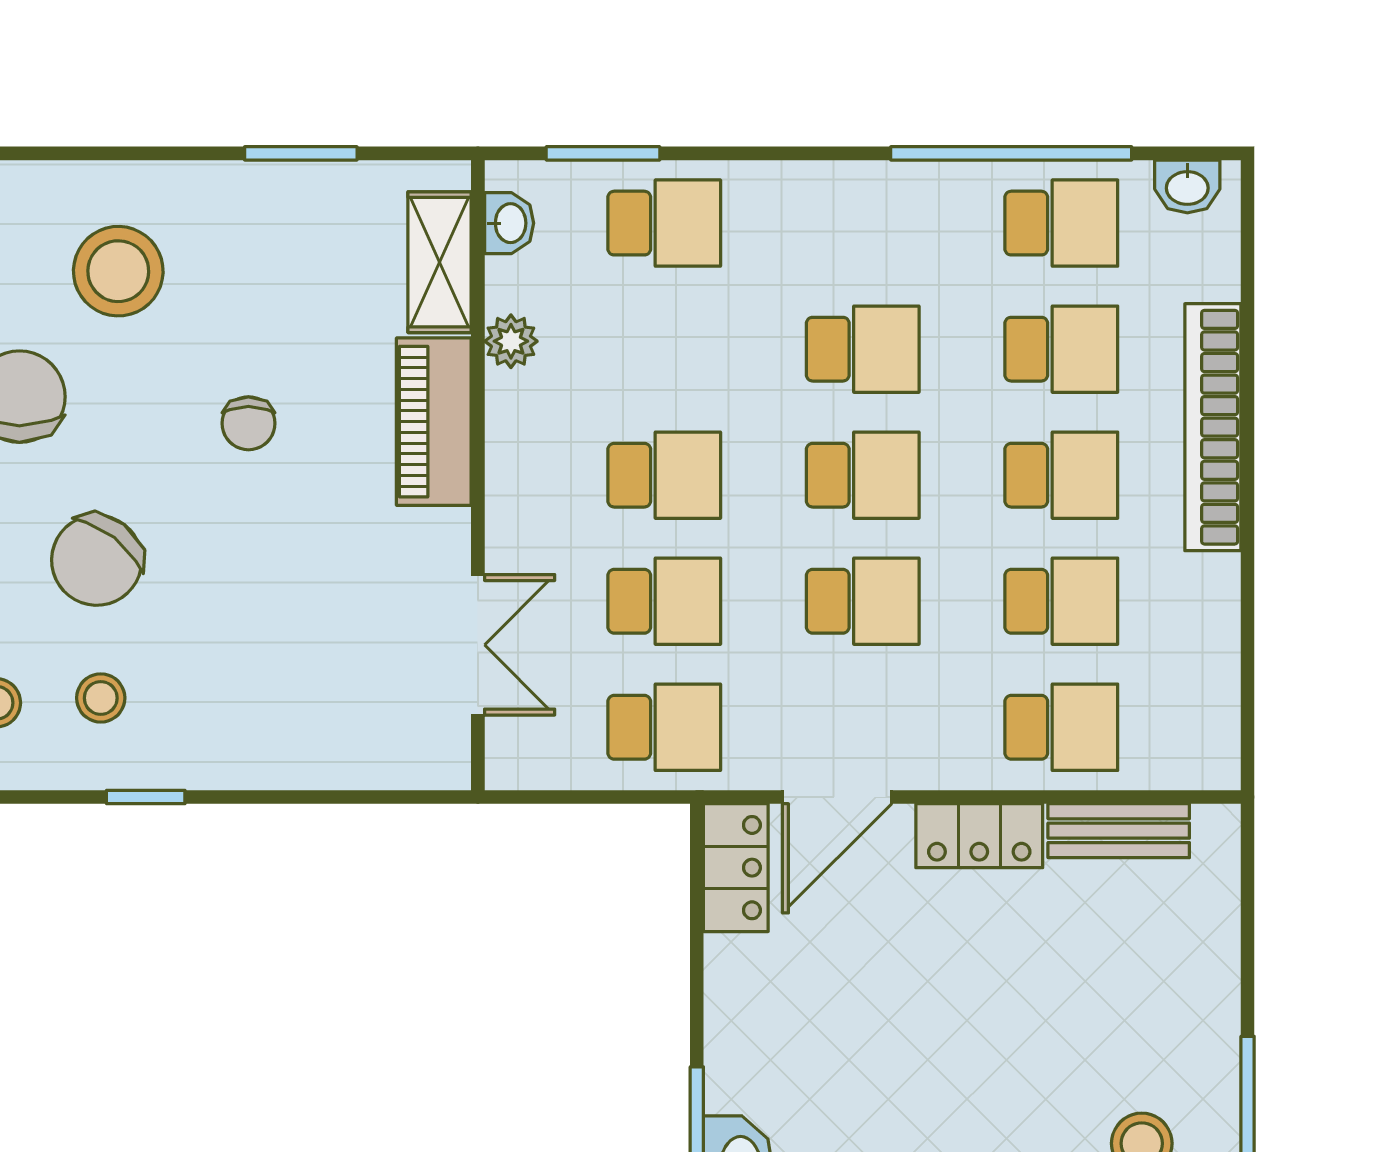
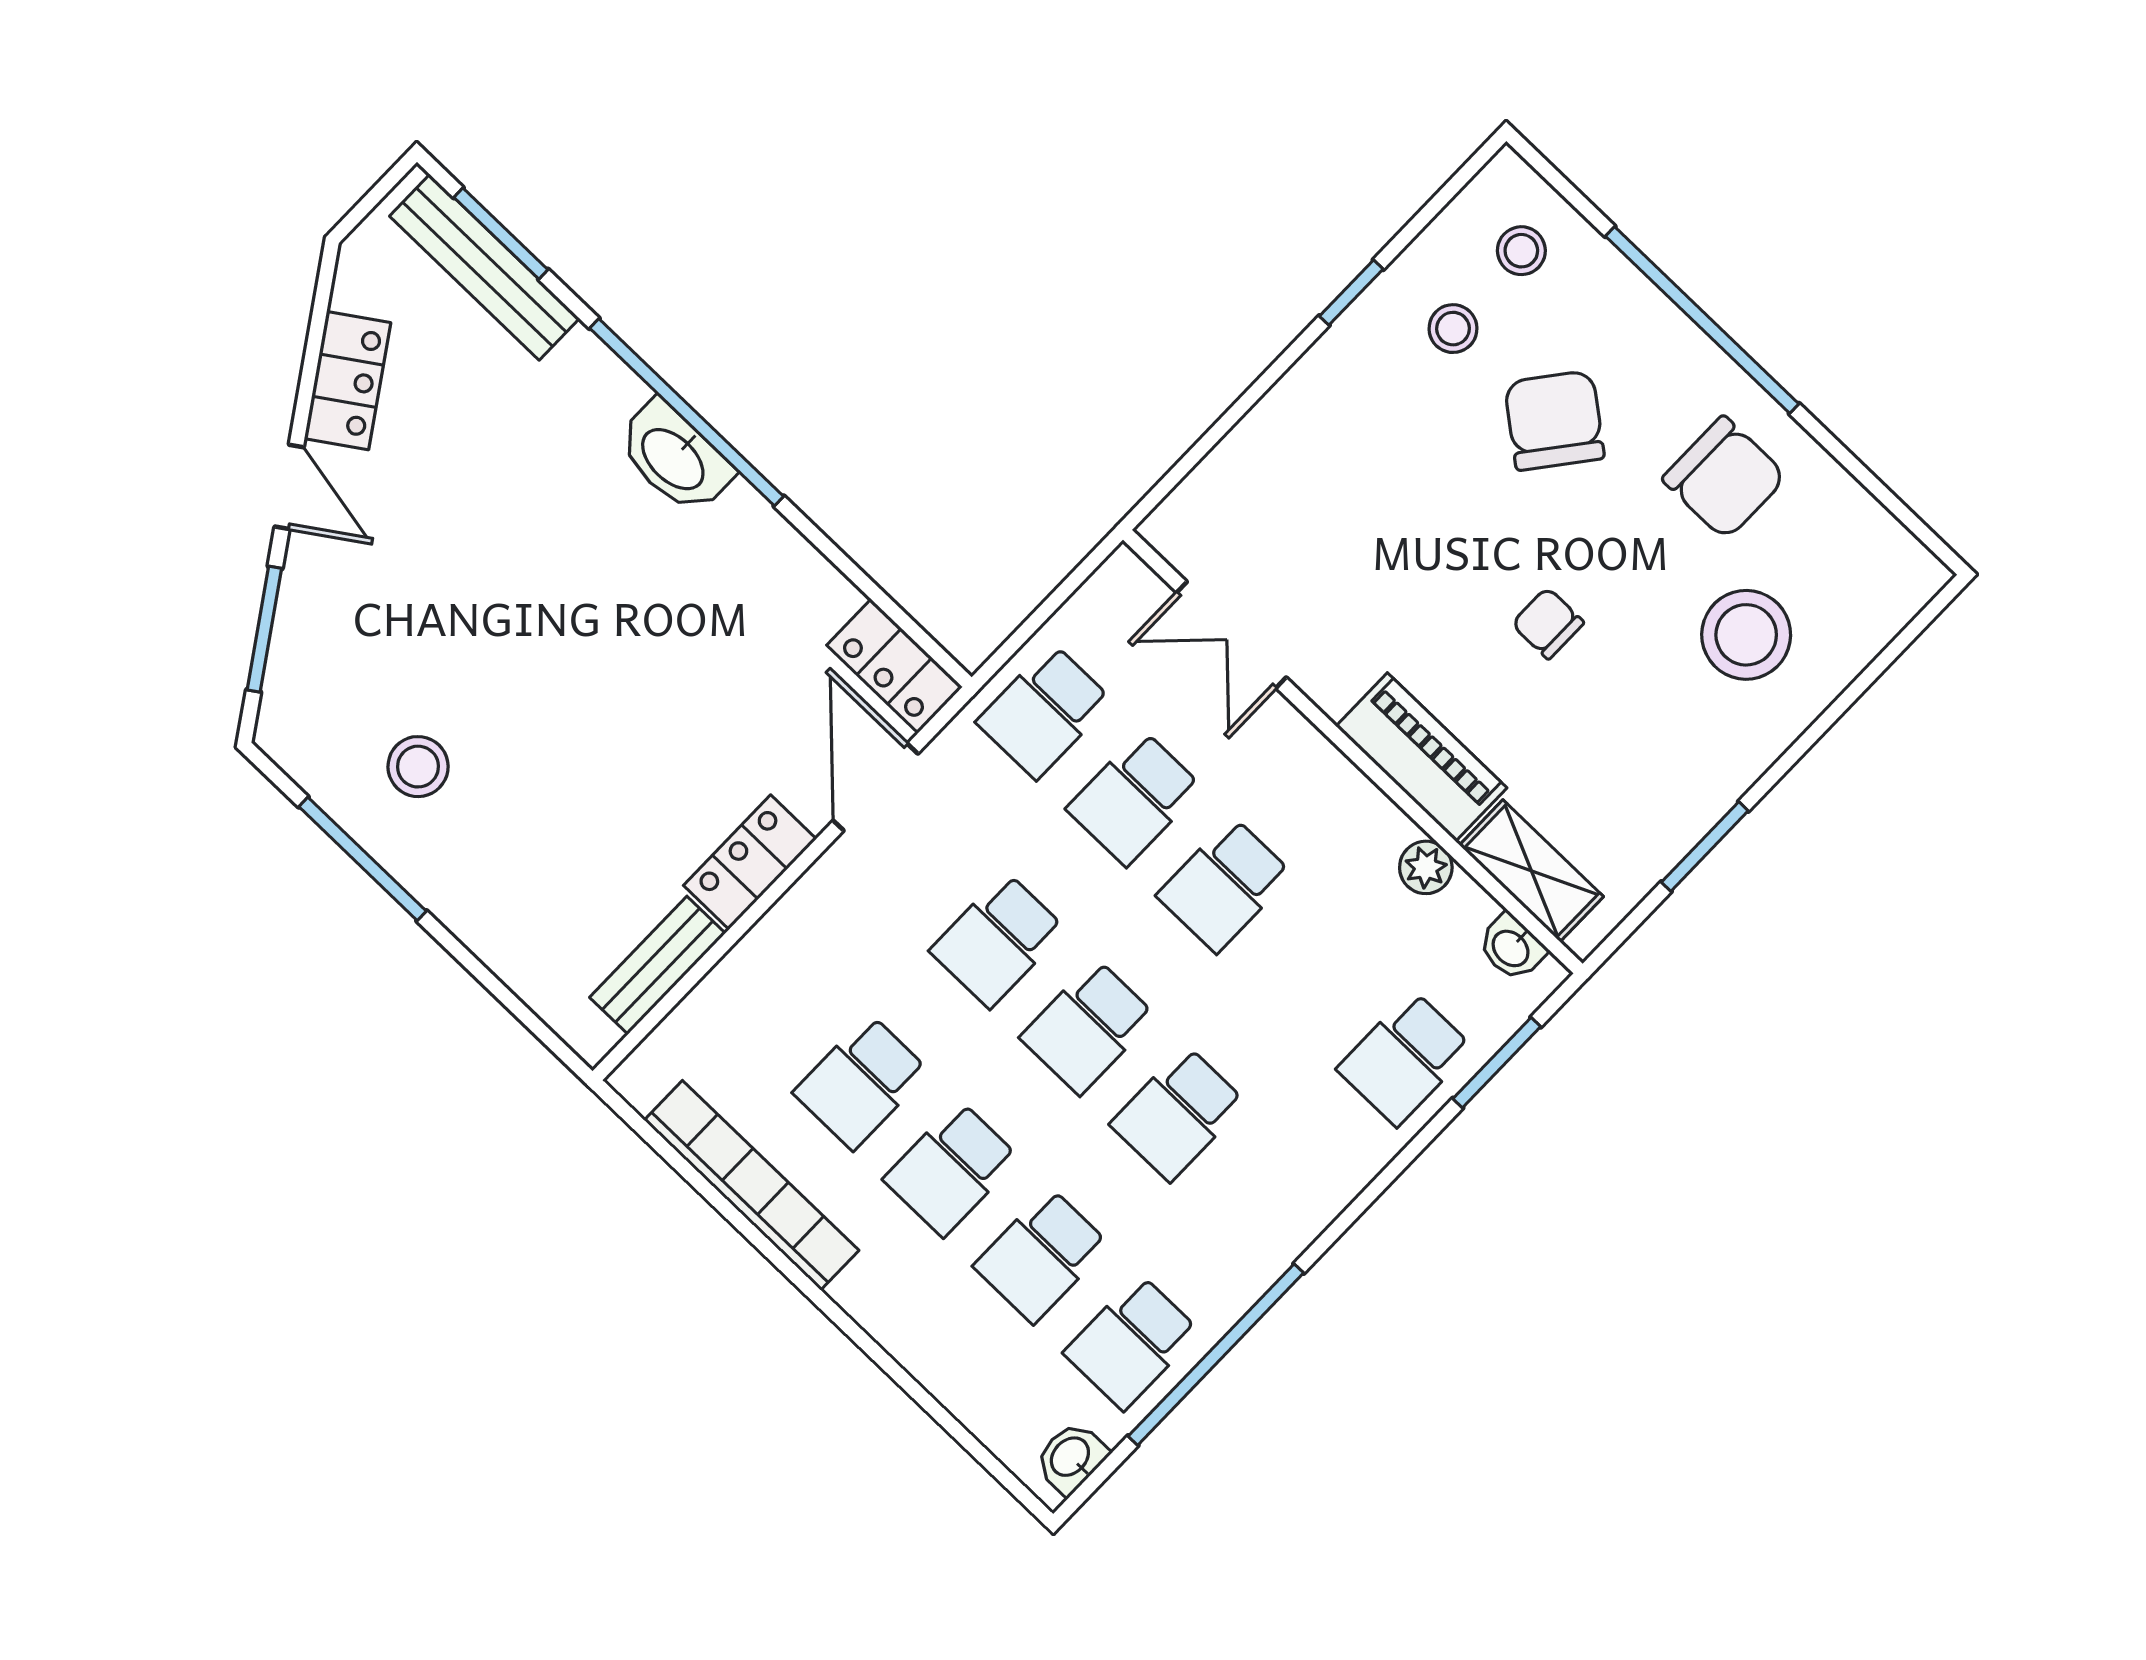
bookcase: (1213, 427) -> (751, 1185), moved
school desk: (1061, 727) -> (771, 995), removed

